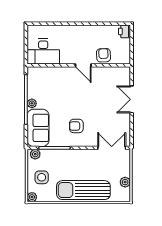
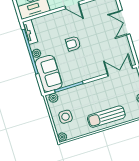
tv unit: (32, 79) -> (30, 32), added
armchair: (76, 126) -> (73, 44), moved
sun lounger: (83, 190) -> (106, 117), width x0.73, depth x0.75

